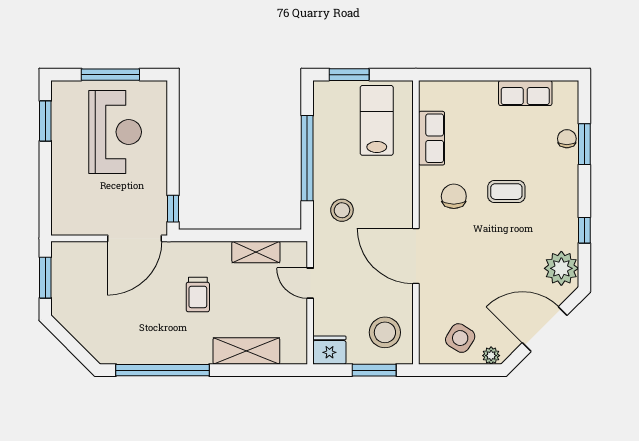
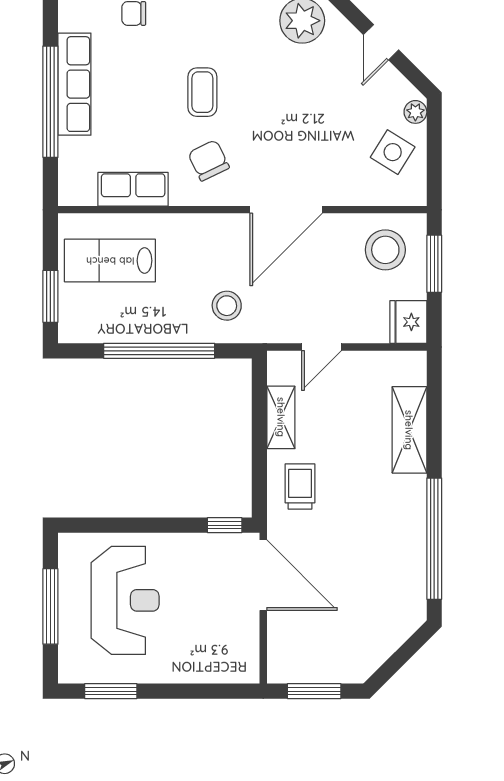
window: (499, 75) -> (50, 102), added
row of seats: (525, 93) -> (74, 84), width x1.48
reception desk: (115, 132) -> (125, 600), turned 90
chair: (454, 196) -> (209, 160), turned 64
trolley: (198, 295) -> (300, 487), moved, turned -90
door: (545, 329) -> (381, 42), width x0.53

